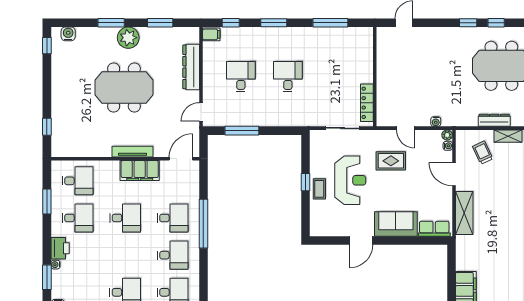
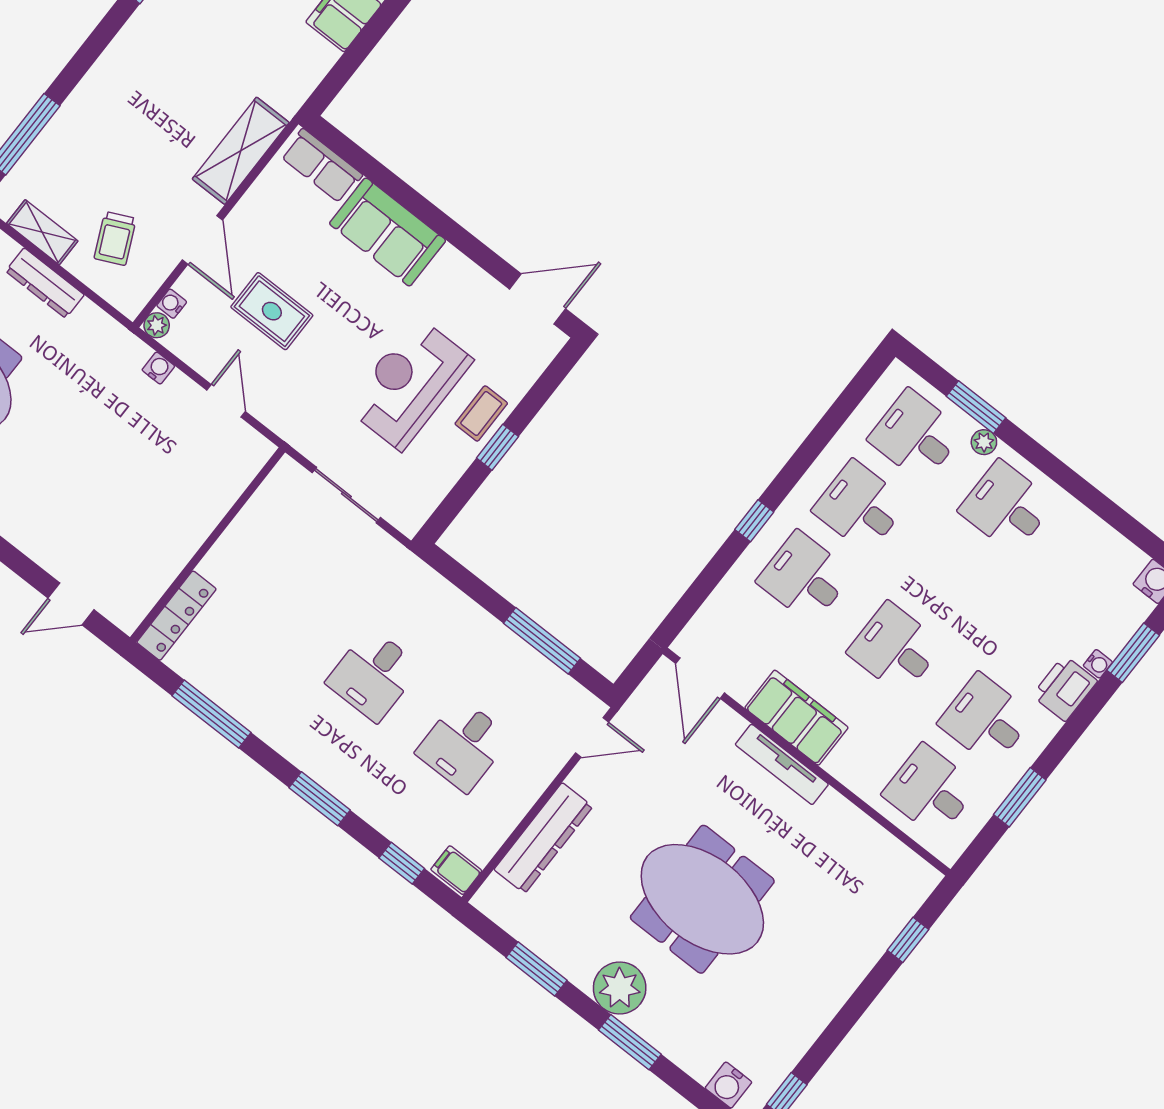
locker: (367, 103) -> (176, 616), moved
door: (181, 159) -> (700, 678), hinge flipped
rug: (391, 161) -> (272, 311), moved
window: (203, 224) -> (754, 521), width x0.32
door: (361, 240) -> (538, 299), moved

